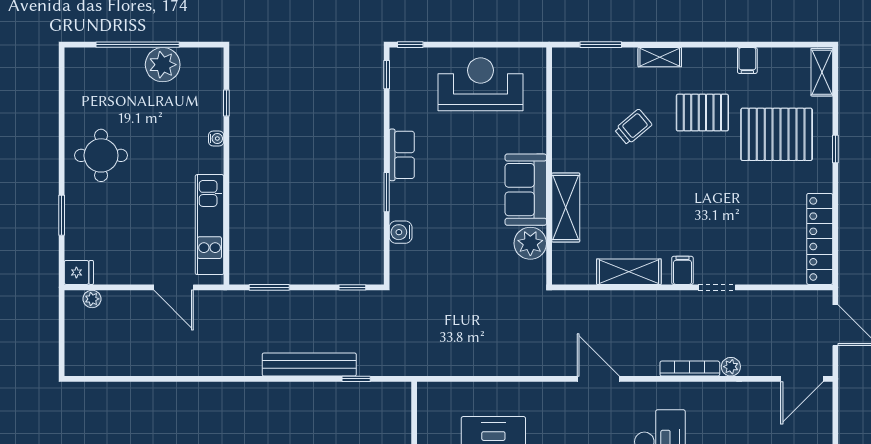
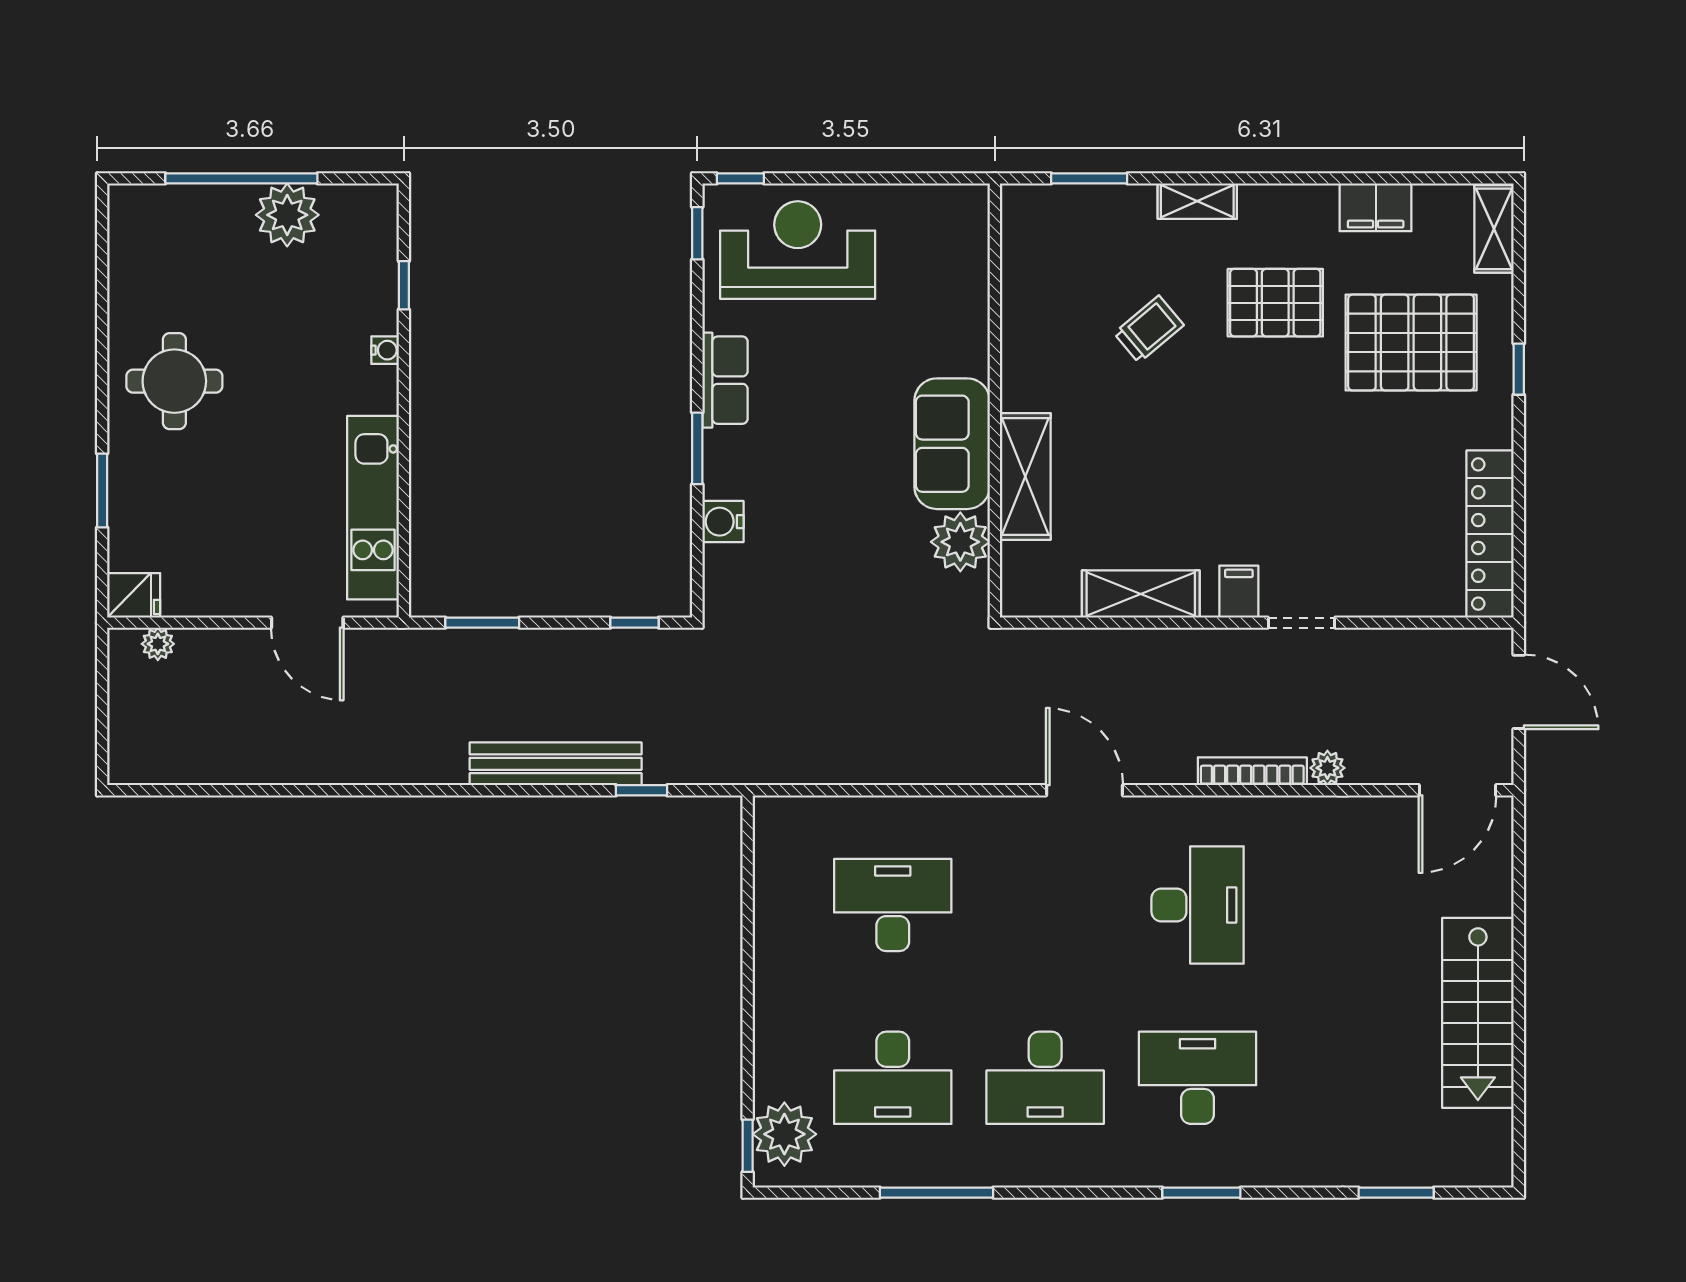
filing cabinet: (747, 60) -> (1376, 207), width x2.00
reception desk: (481, 84) -> (798, 250), moved

